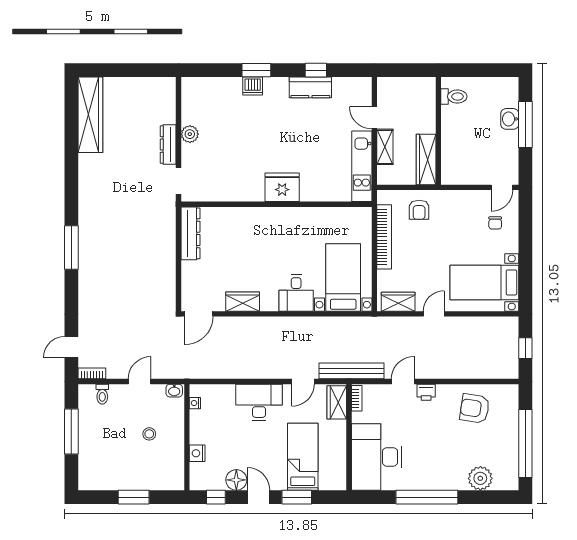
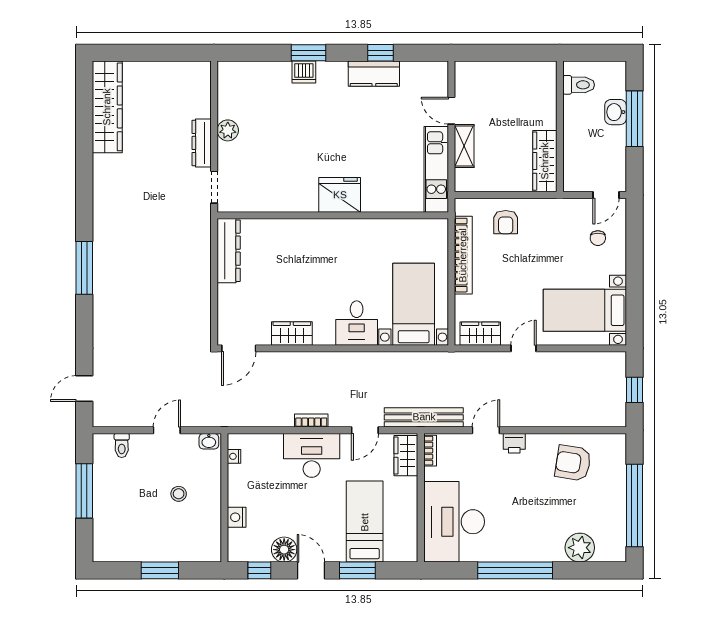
toilet: (454, 96) -> (579, 85), moved
wall: (438, 131) -> (560, 126), moved
wardrobe: (426, 159) -> (545, 161), moved
bookcase: (92, 373) -> (311, 420), moved

